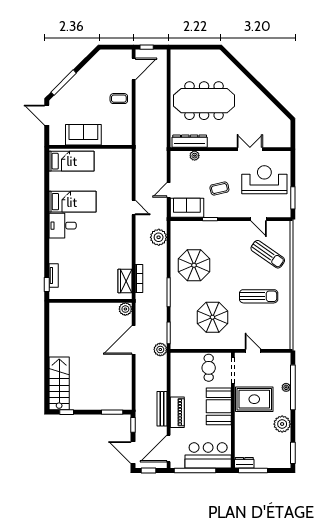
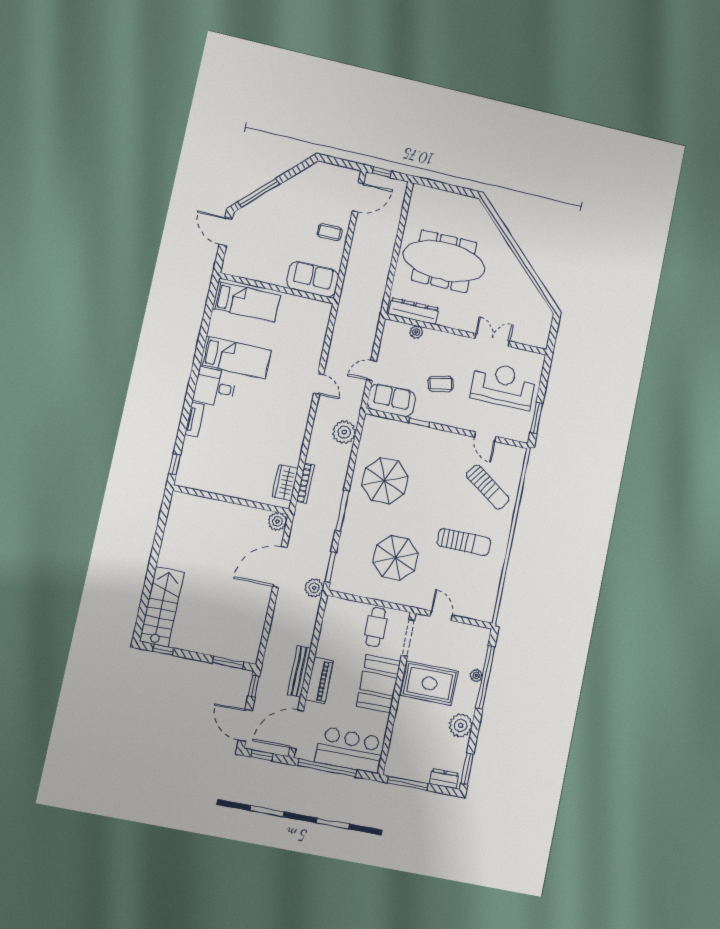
sofa: (83, 135) -> (313, 279), moved
tv unit: (54, 275) -> (195, 420), moved
dresser: (244, 463) -> (444, 779), moved

